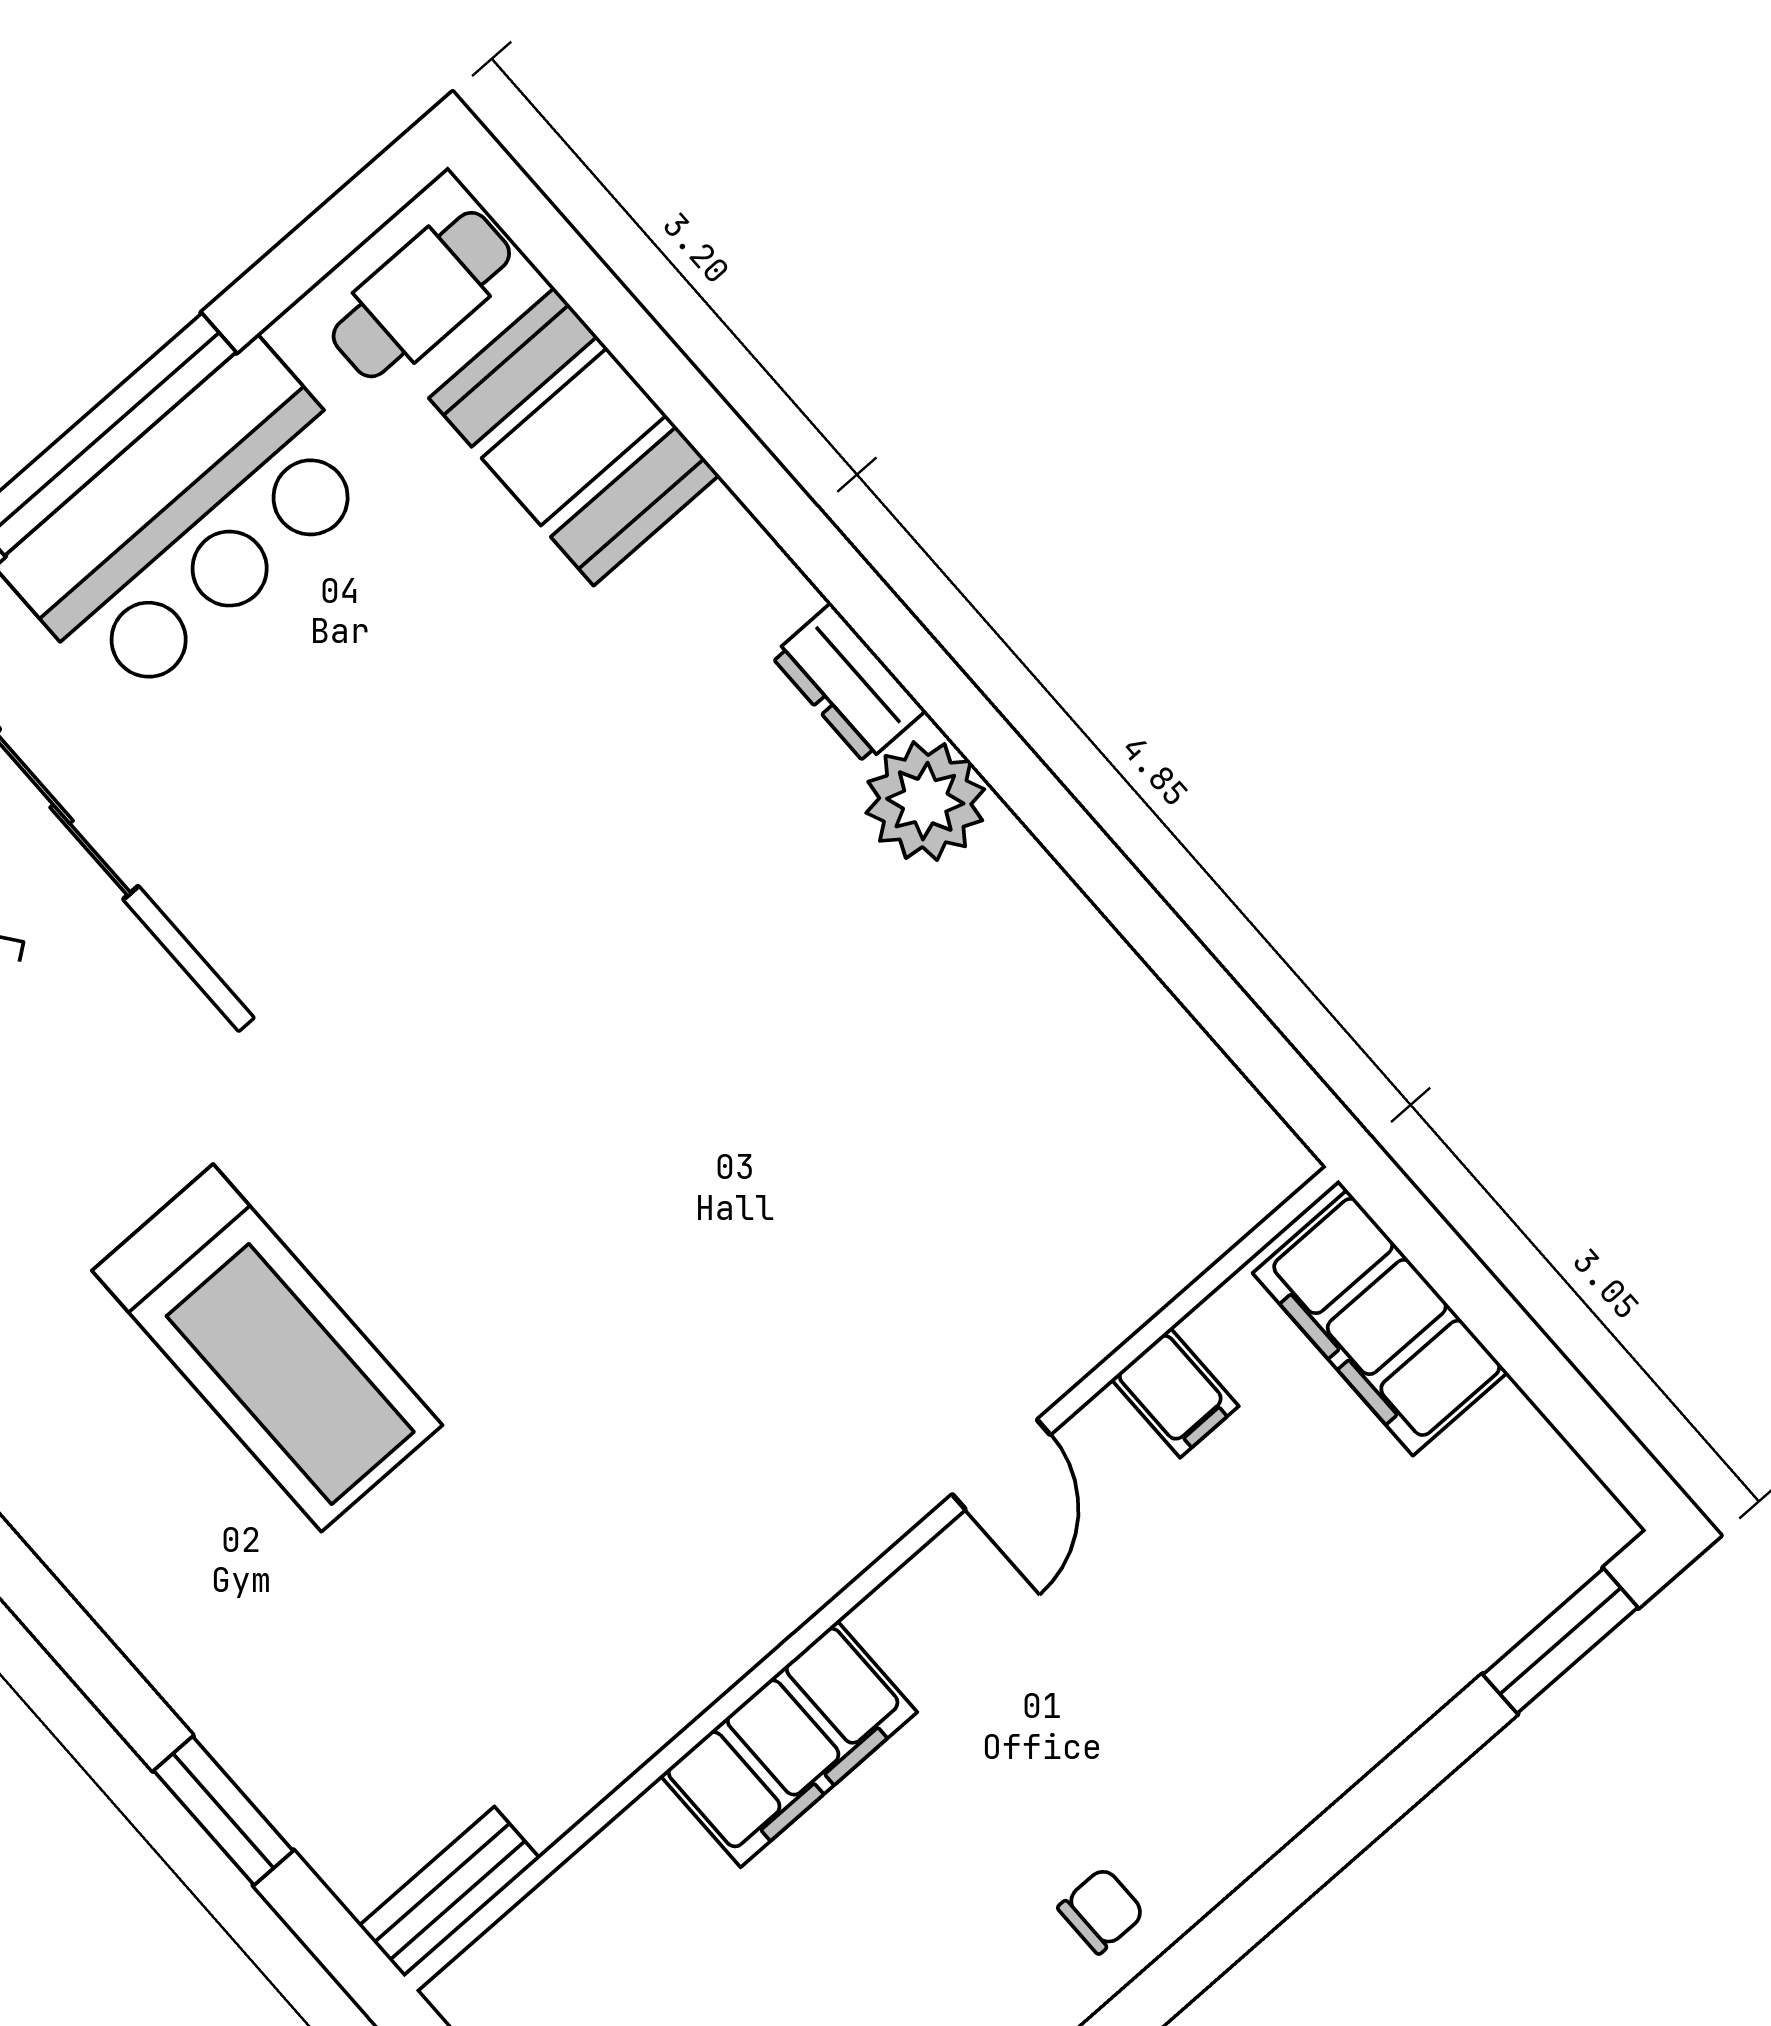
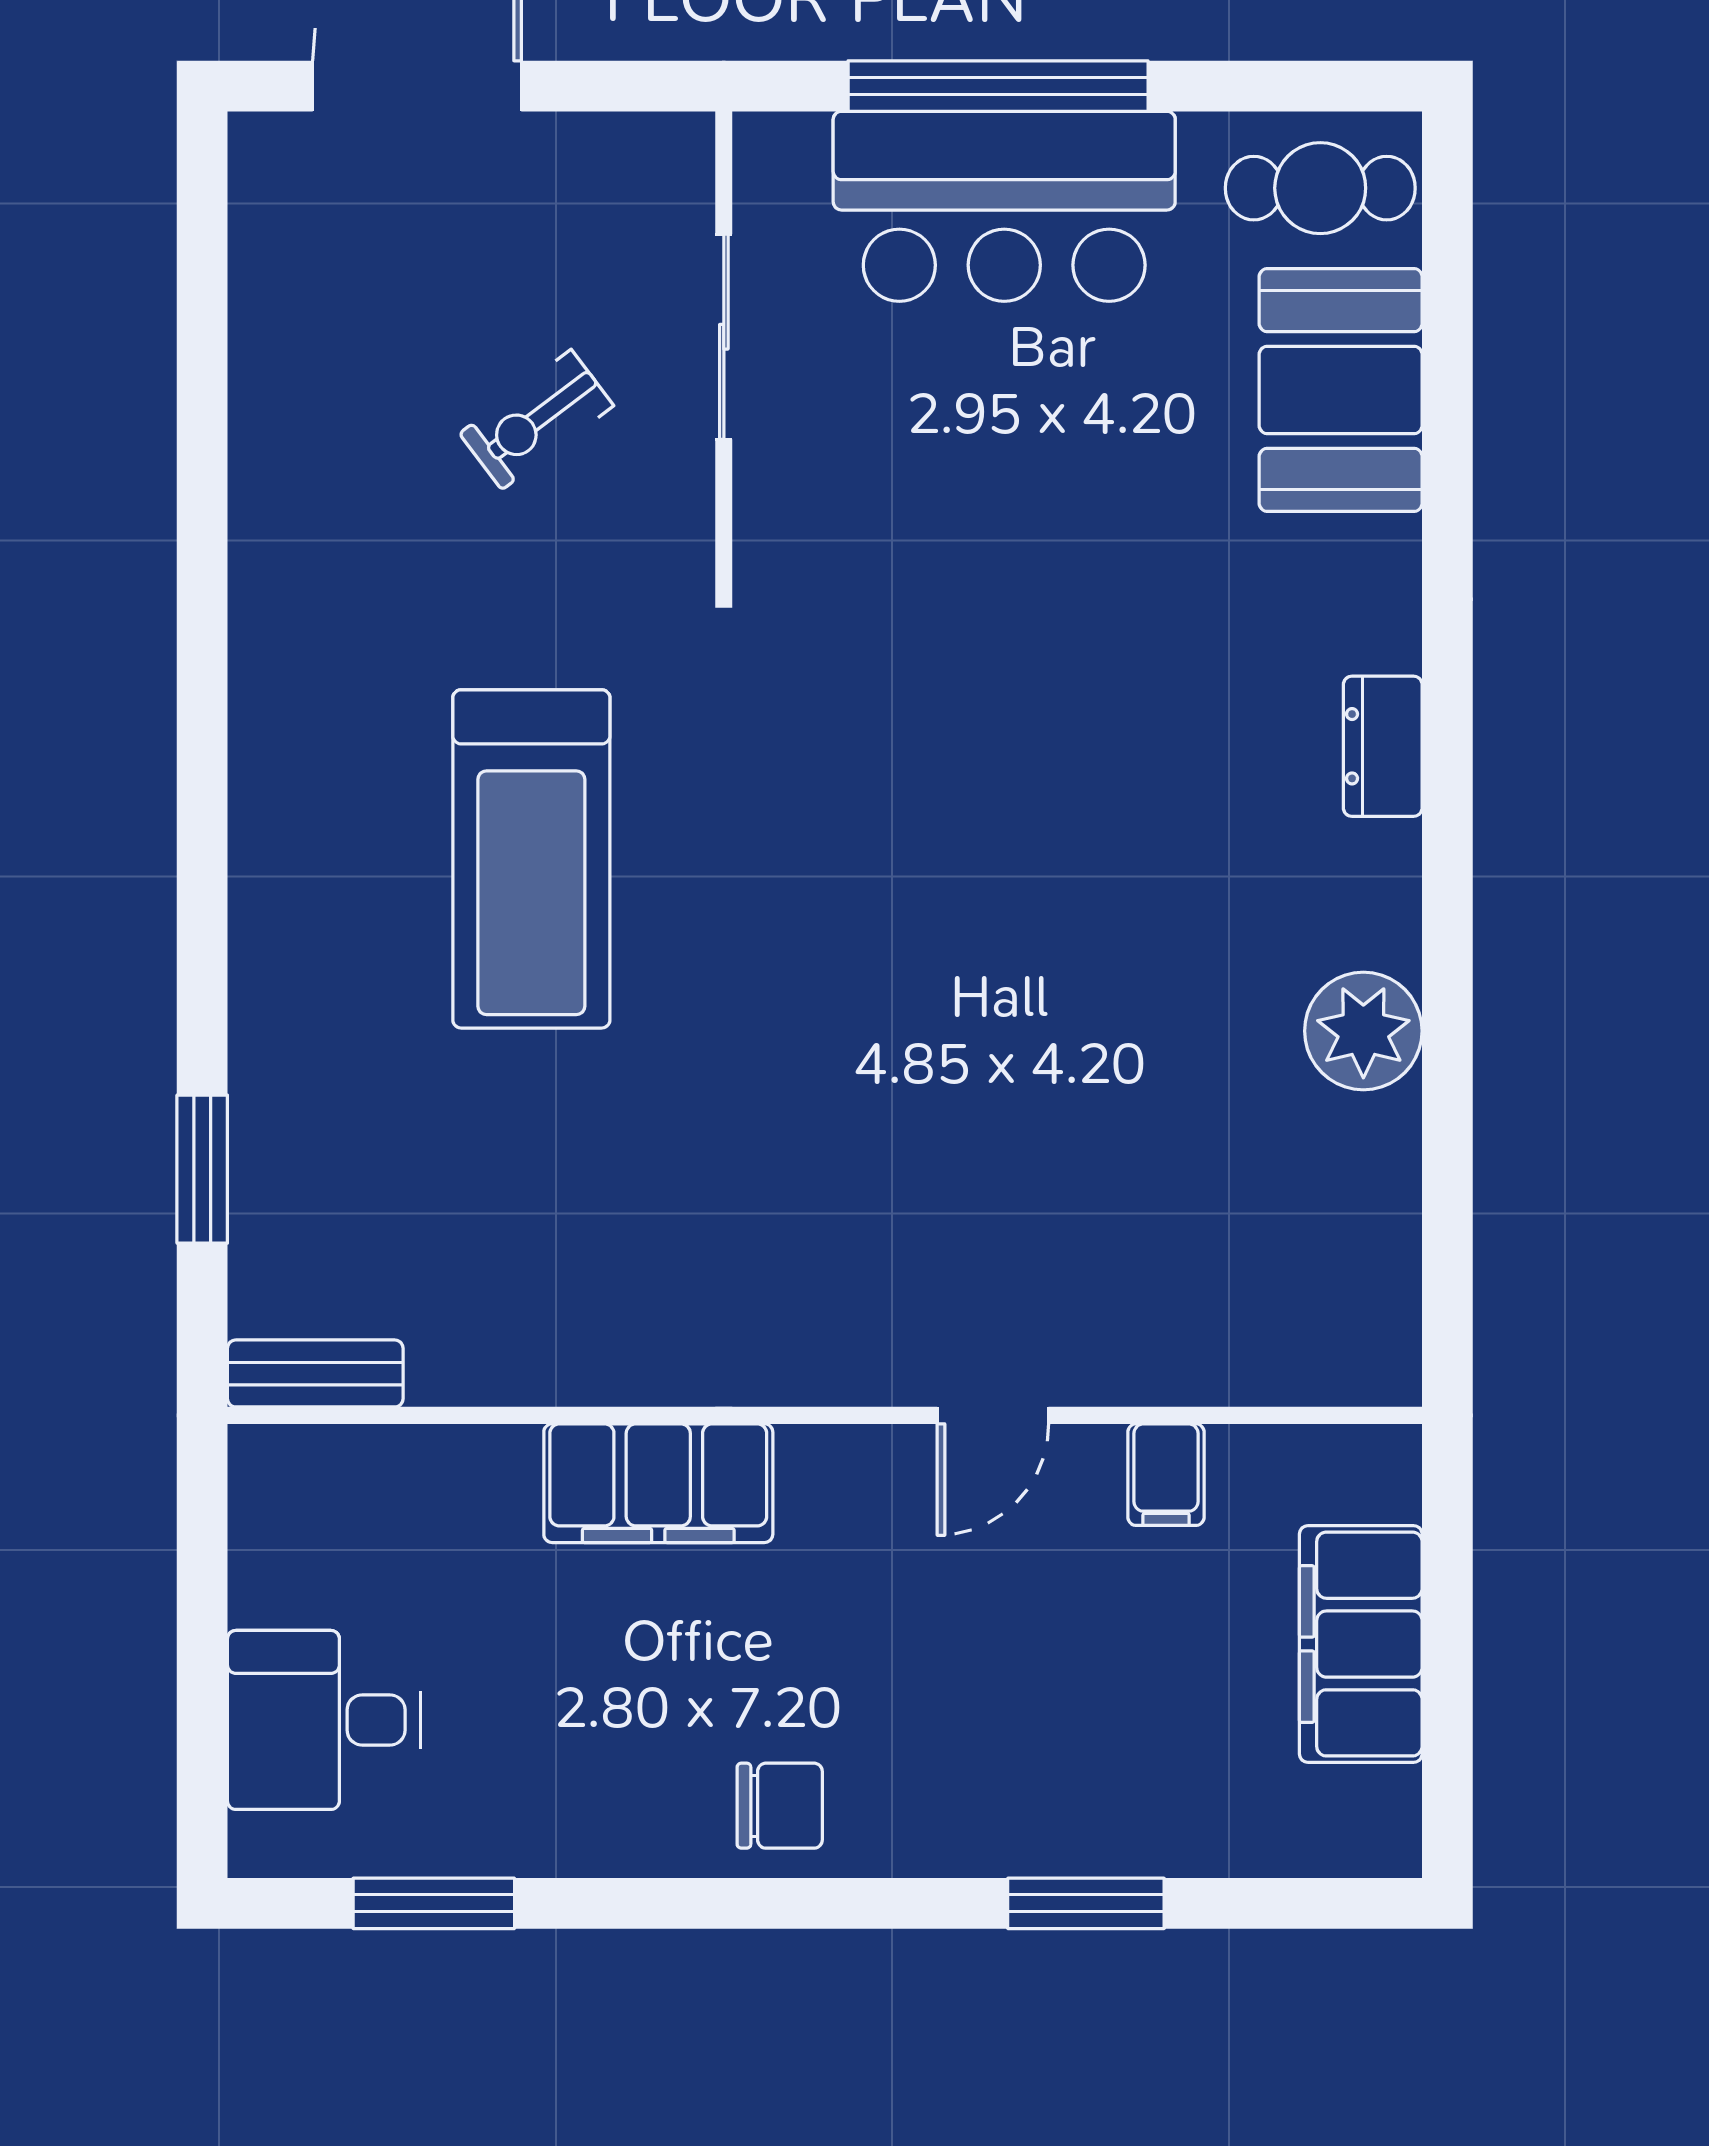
plant: (925, 801) -> (1363, 1031), moved
filing cabinet: (1380, 1323) -> (1361, 1644), moved
window: (1560, 1641) -> (1086, 1903), moved
chair: (1101, 1911) -> (780, 1806), width x1.37, depth x1.37

